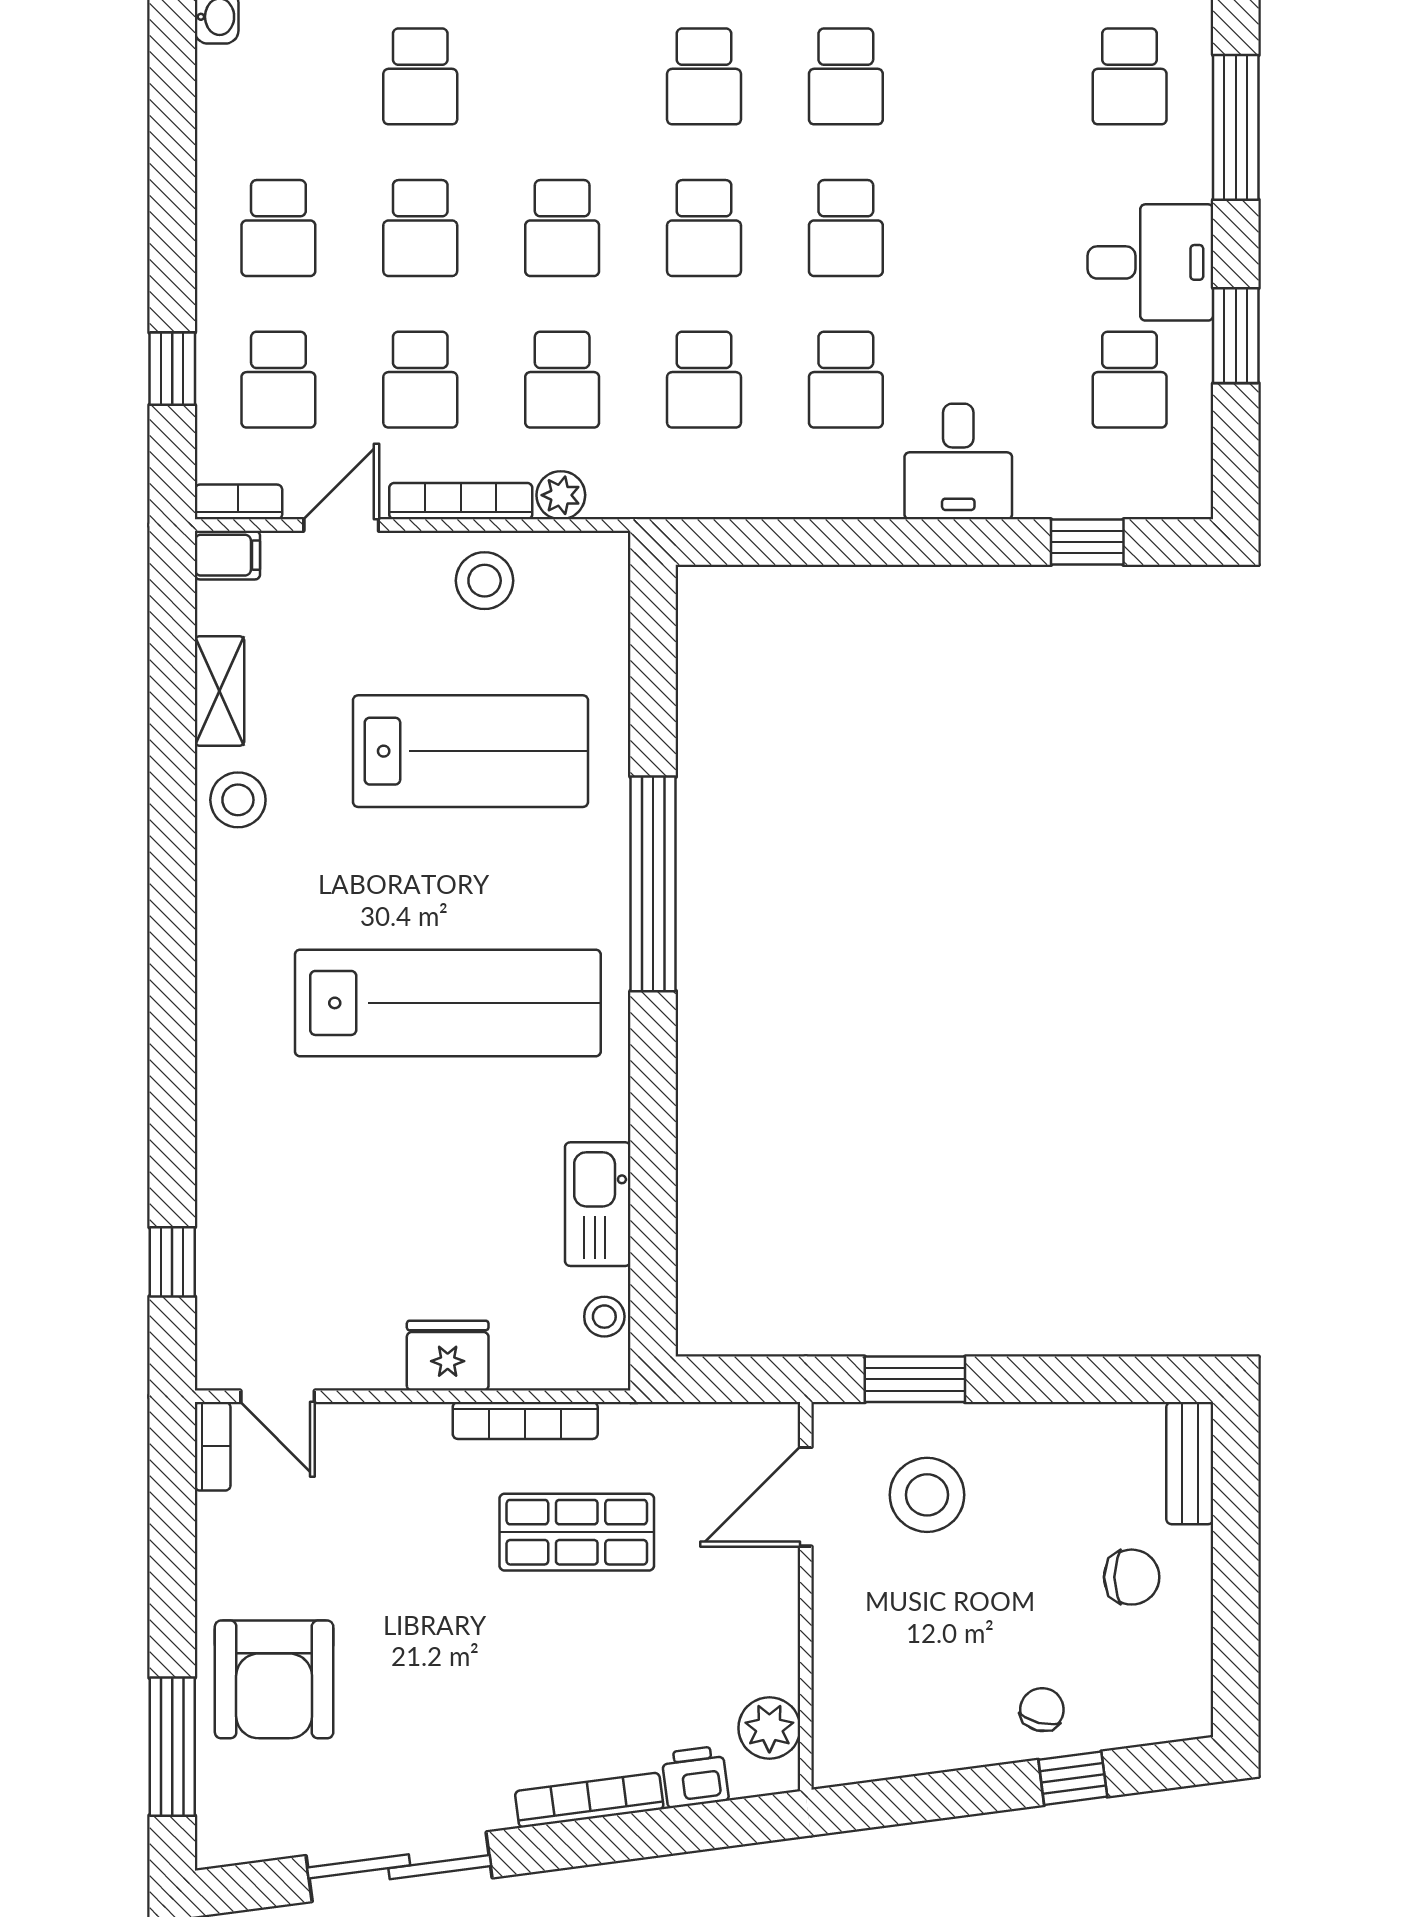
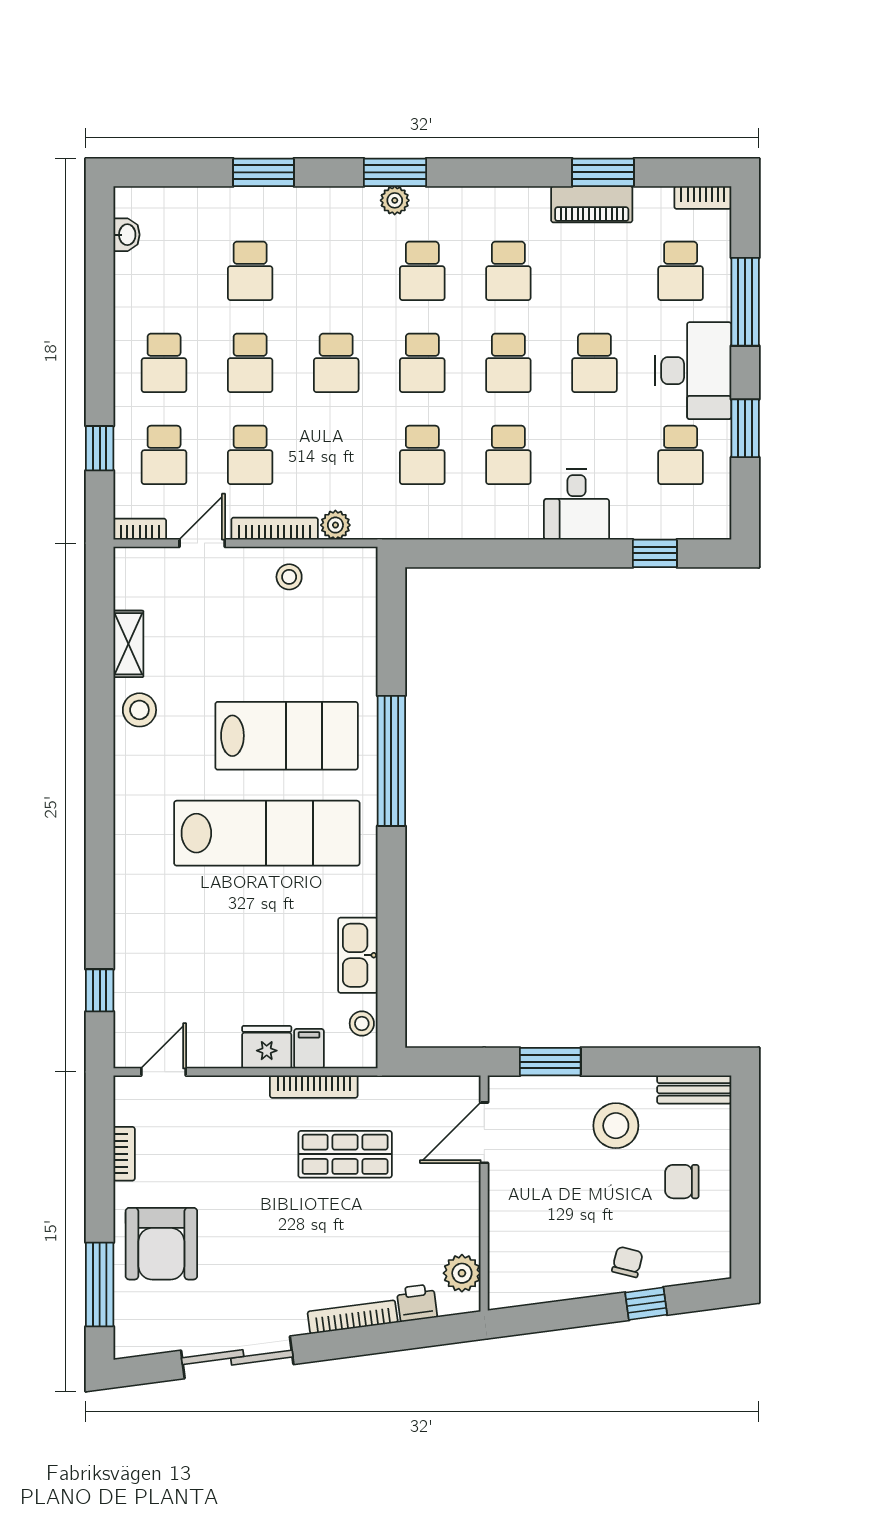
desk: (1150, 262) -> (693, 371), width x1.37
school desk: (562, 380) -> (594, 363), moved
filing cabinet: (227, 555) -> (309, 1049), moved, turned -90
stool: (485, 581) -> (289, 577), width x0.73, depth x0.73
lab bench: (471, 751) -> (287, 736), moved
door: (278, 1396) -> (164, 1072), swing flipped
bookcase: (213, 1446) -> (124, 1154), moved
bench: (1190, 1463) -> (694, 1089), moved, turned 90
stool: (927, 1495) -> (616, 1126), moved
chair: (1132, 1577) -> (682, 1182), turned 180

